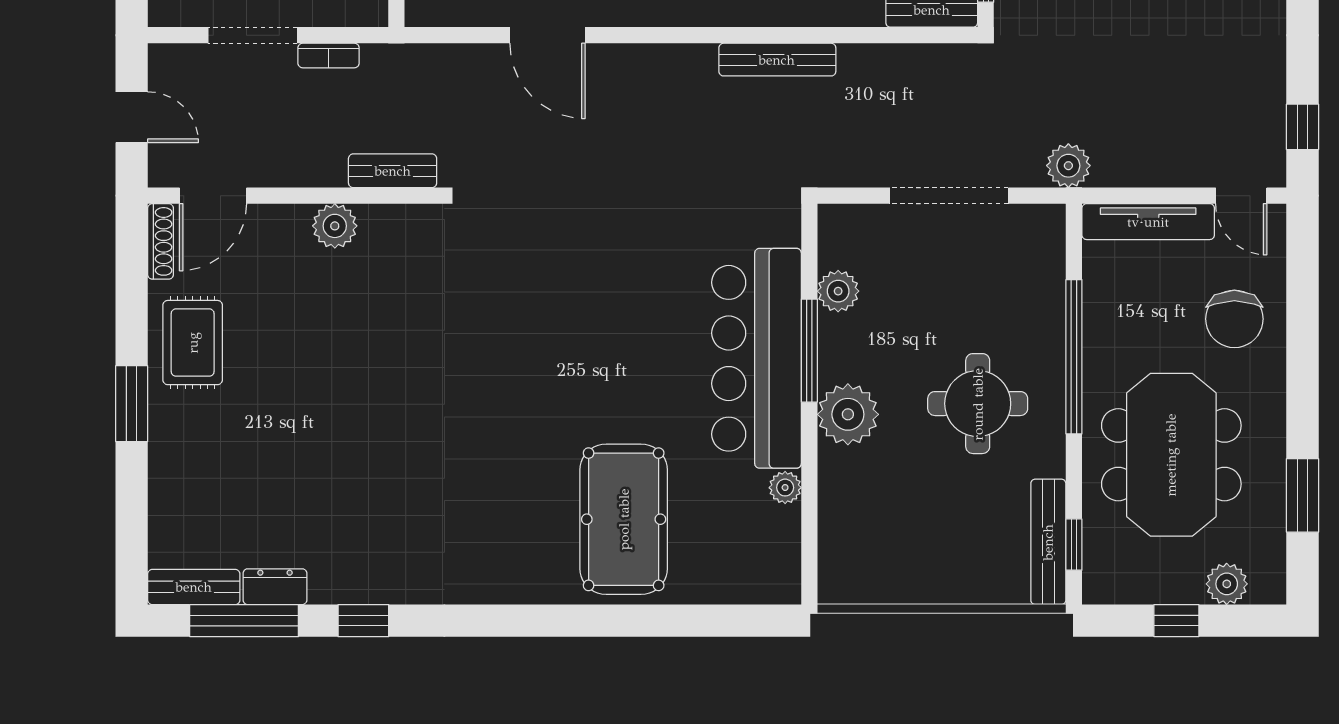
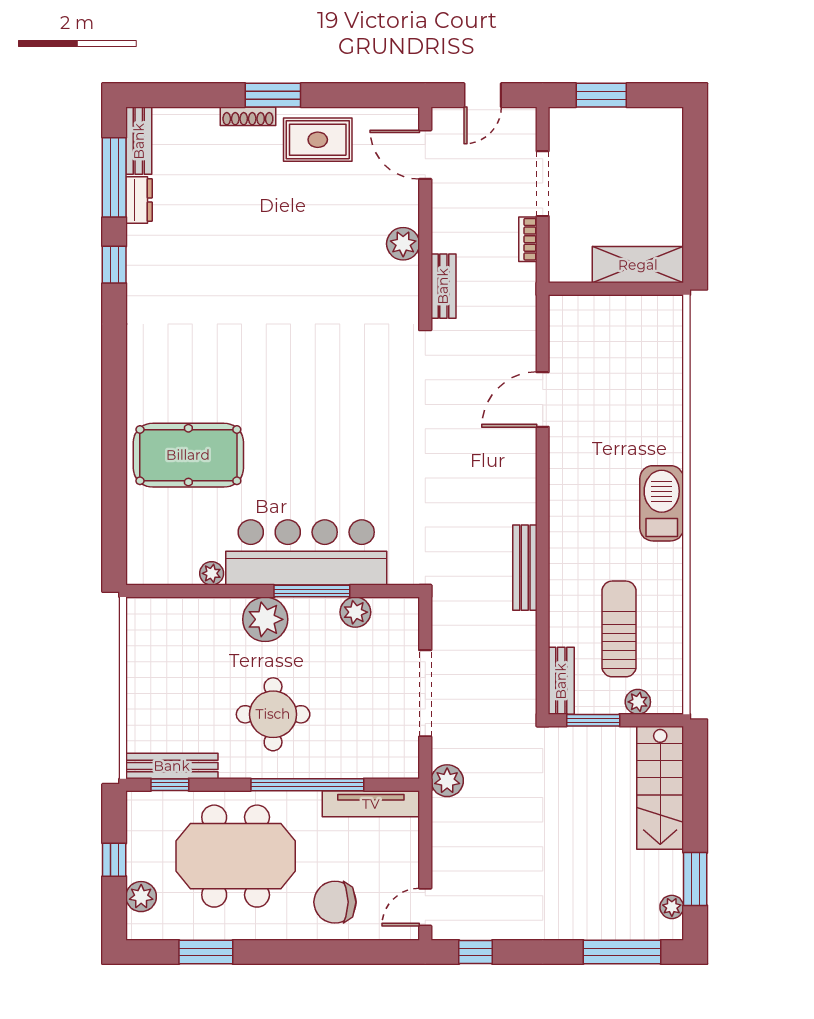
tv unit: (1148, 222) -> (371, 804), moved, turned -90
shoe rack: (161, 241) -> (248, 116), moved

